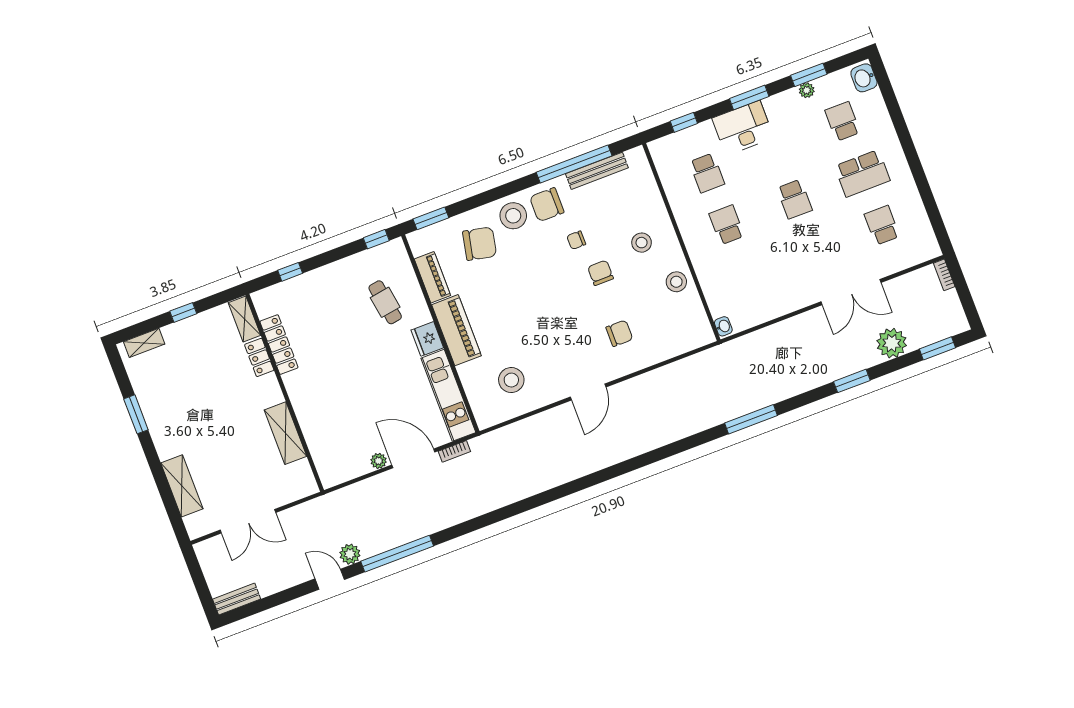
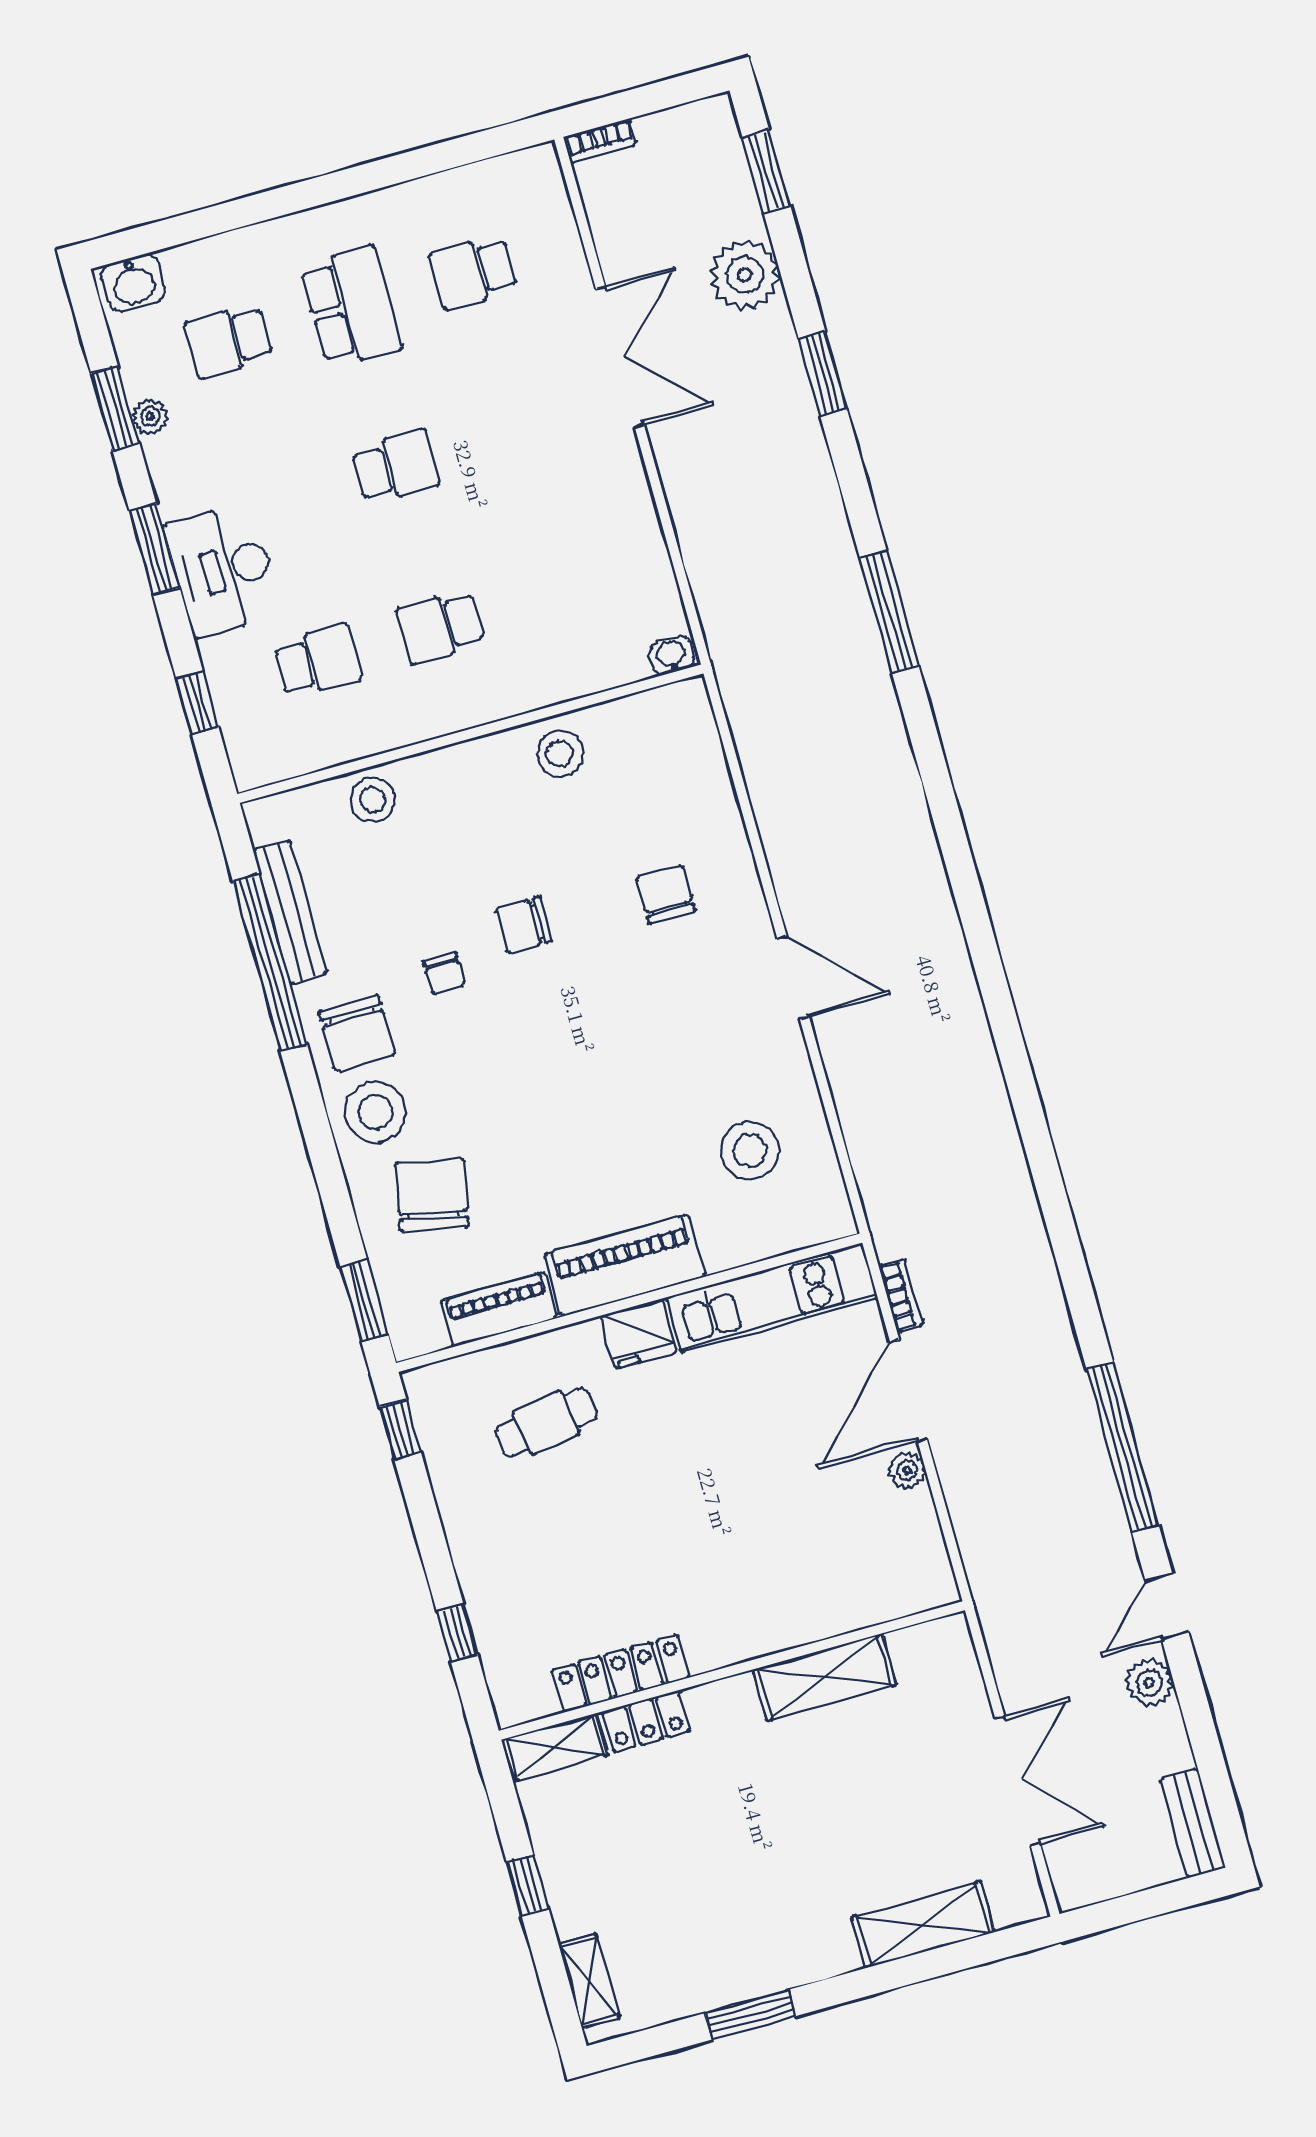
stool: (642, 243) -> (373, 800), moved
plant: (350, 554) -> (1149, 1683), moved

